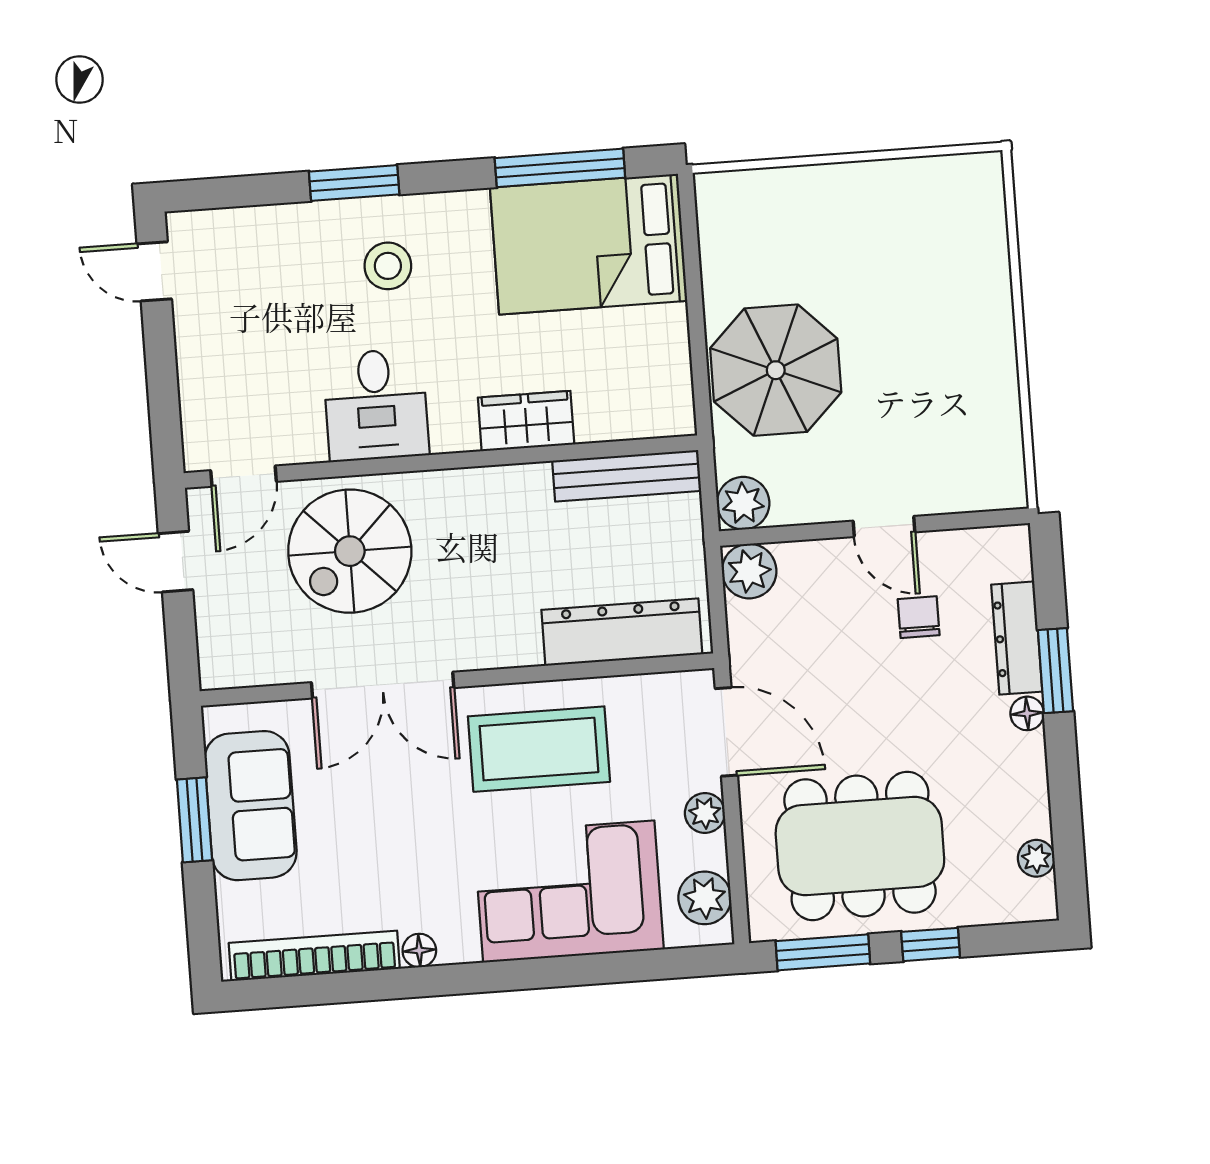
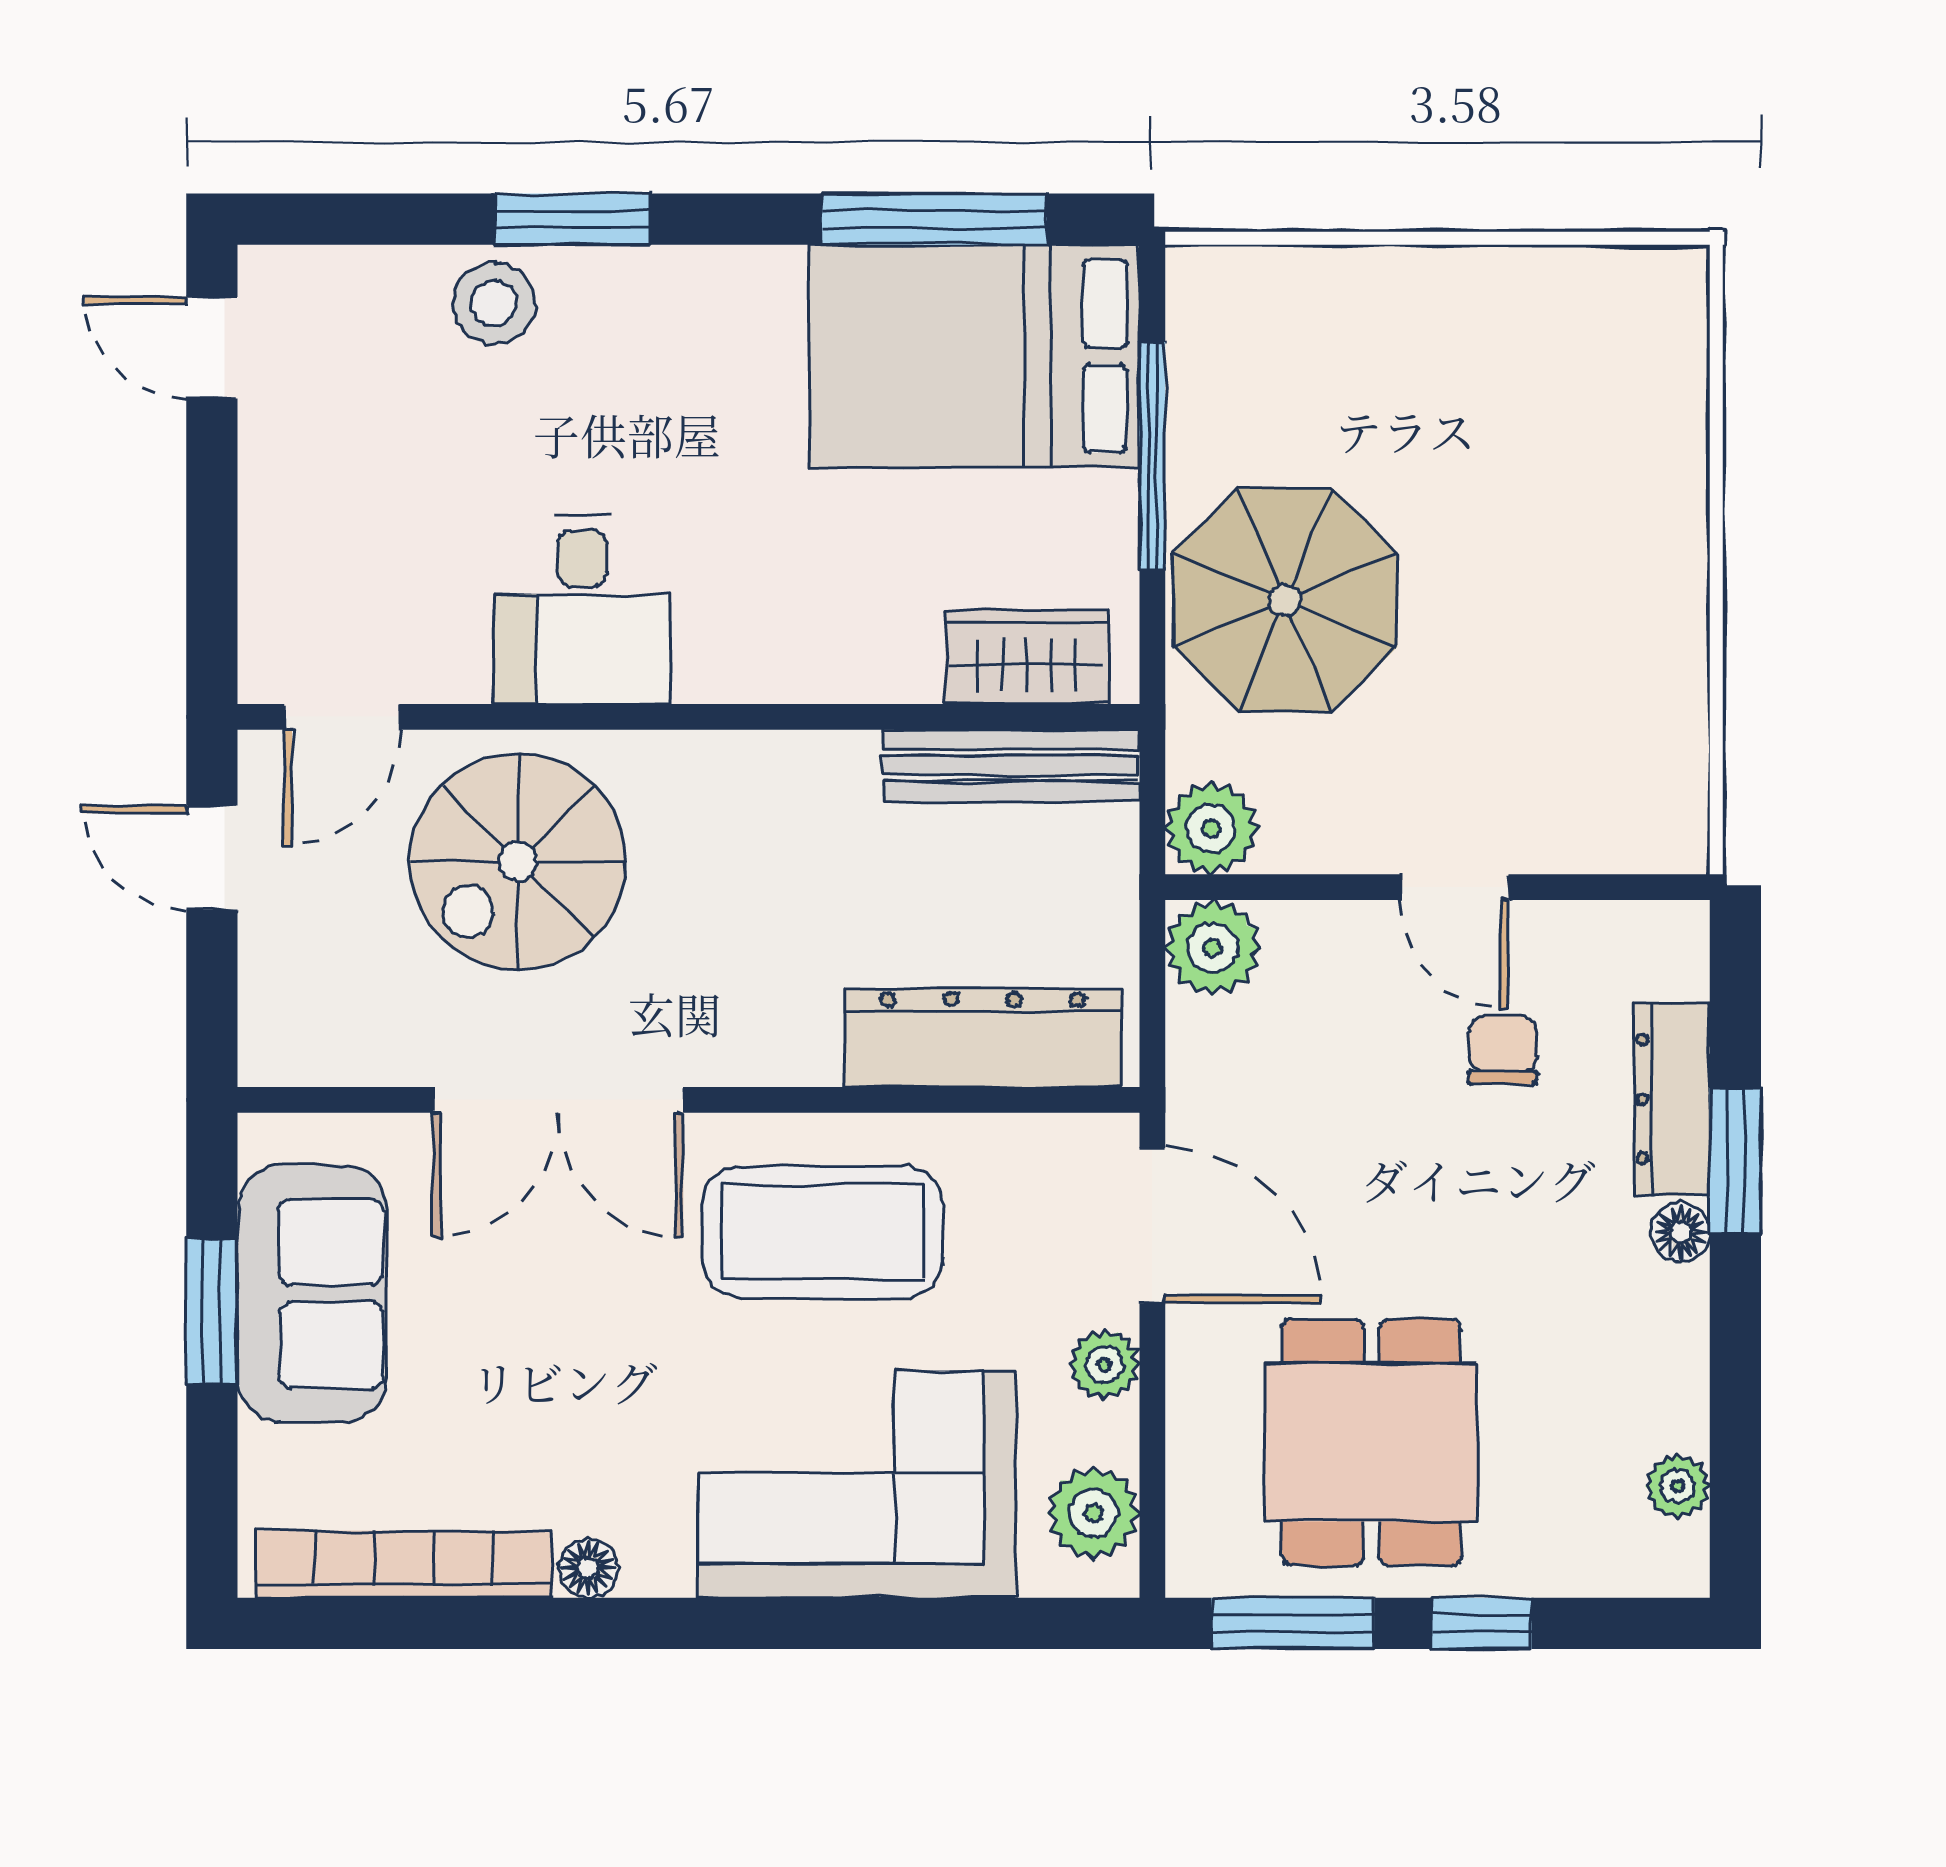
stool: (388, 266) -> (494, 304), moved
window: (694, 294) -> (1152, 456), added
wardrobe: (526, 421) -> (1027, 657), moved
dining table: (860, 846) -> (1371, 1442), width x0.73

